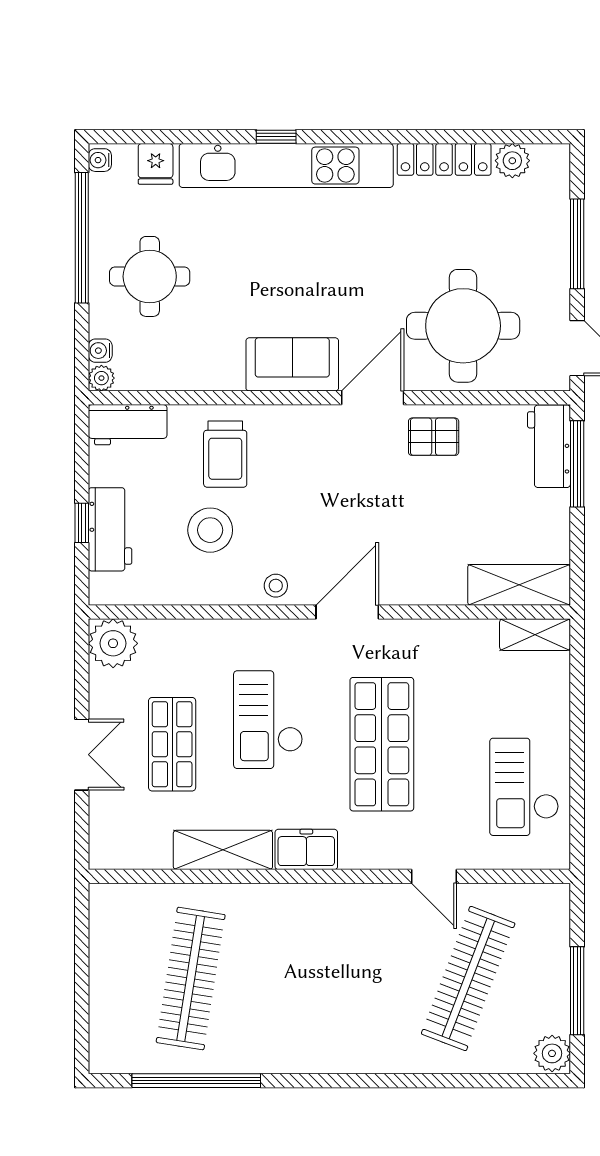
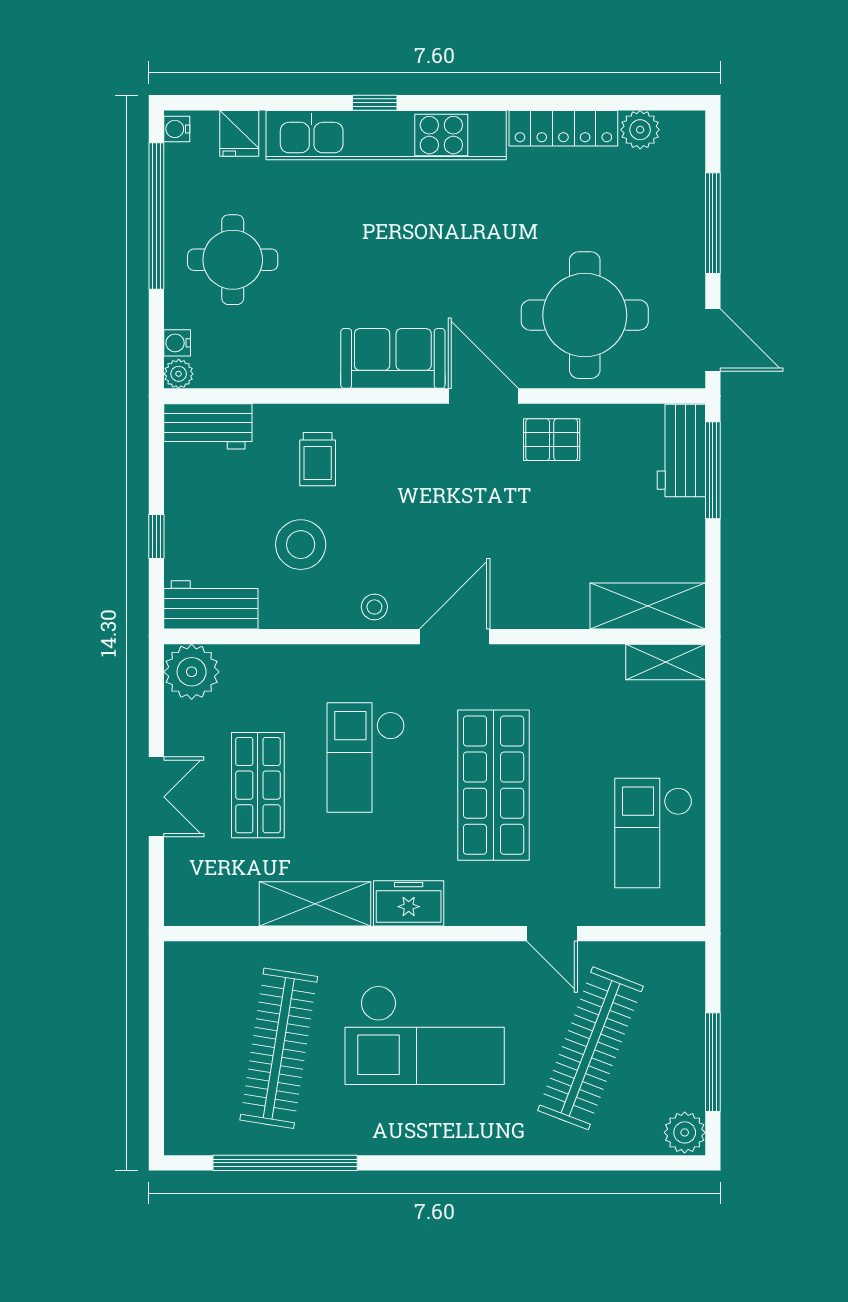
door: (373, 398) -> (483, 396), hinge flipped
trolley: (225, 454) -> (318, 459), width x0.73, depth x0.72
workbench: (110, 529) -> (211, 605), moved, turned -90
checkout: (320, 967) -> (425, 1035), added

